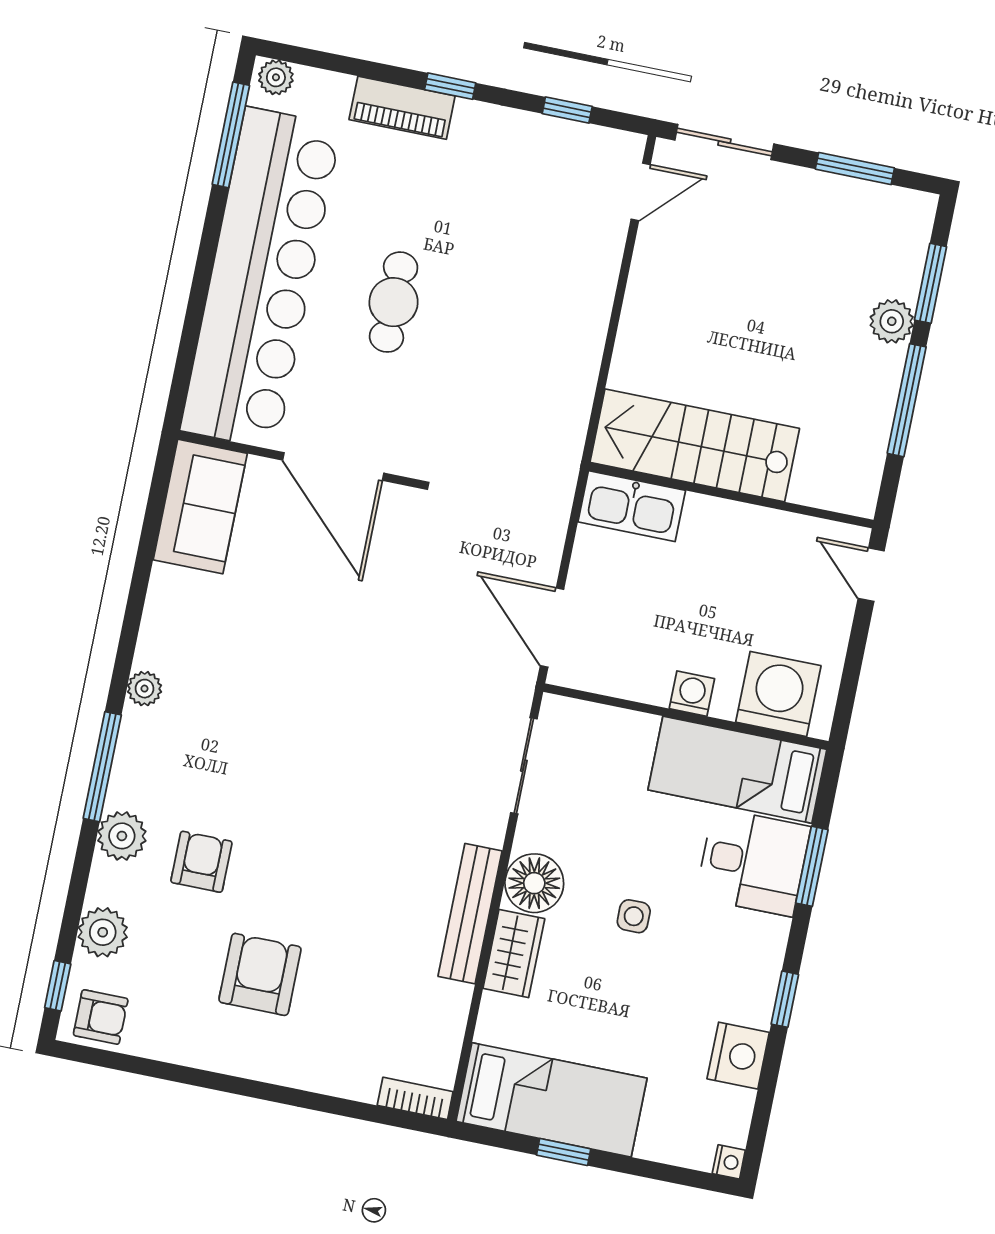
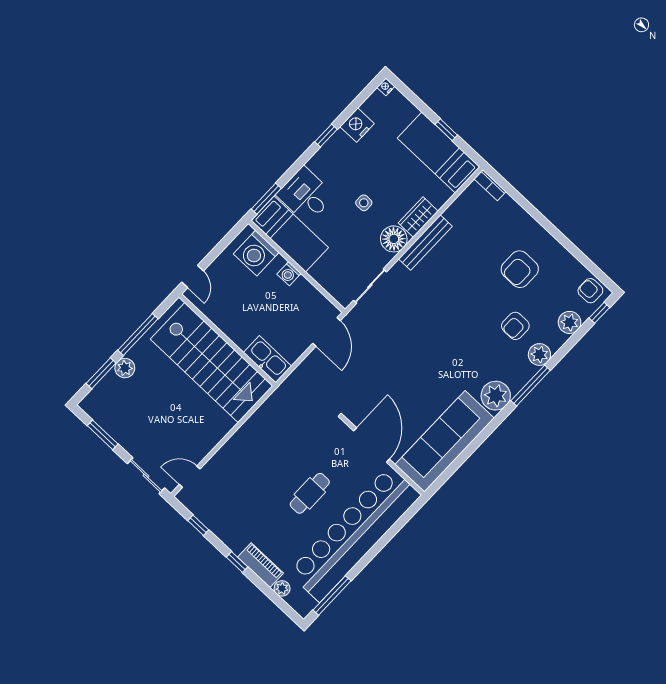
plant: (276, 77) -> (282, 588), moved
stairs: (695, 445) -> (212, 363), width x1.36, depth x1.51
sofa: (200, 507) -> (445, 441), width x1.85, depth x1.27
plant: (144, 689) -> (496, 396), width x1.88, depth x1.88
window: (812, 866) -> (266, 199), moved

